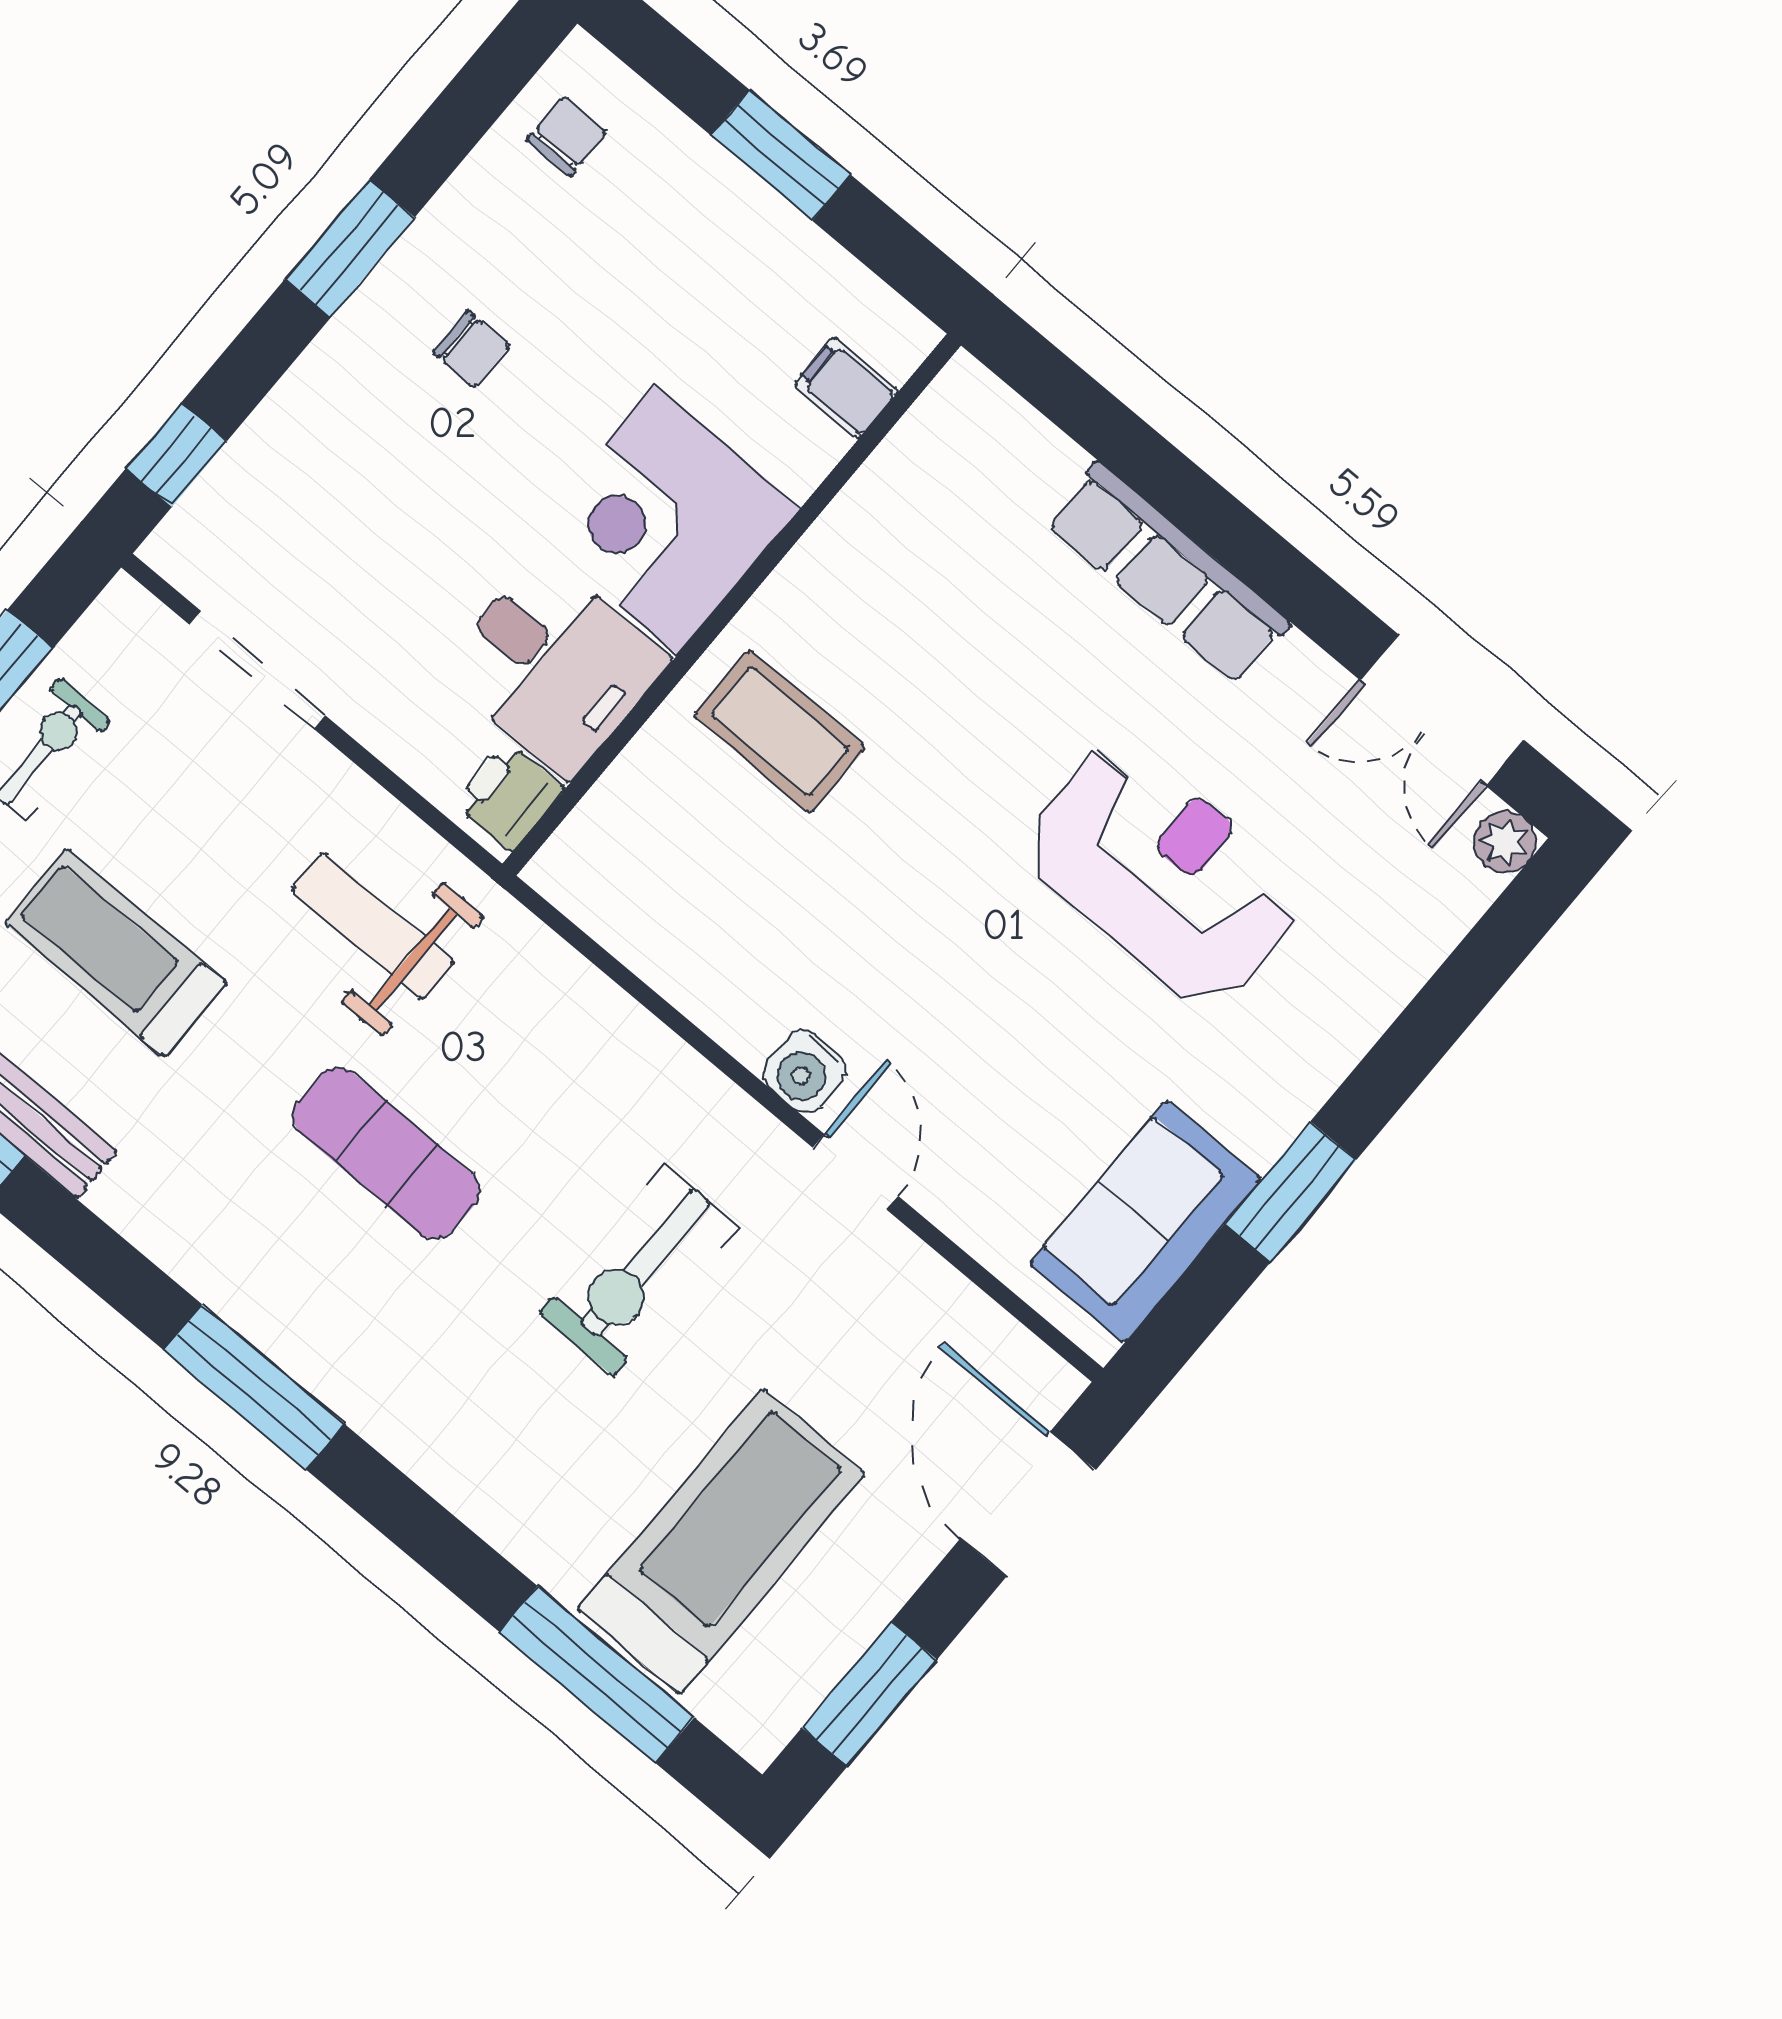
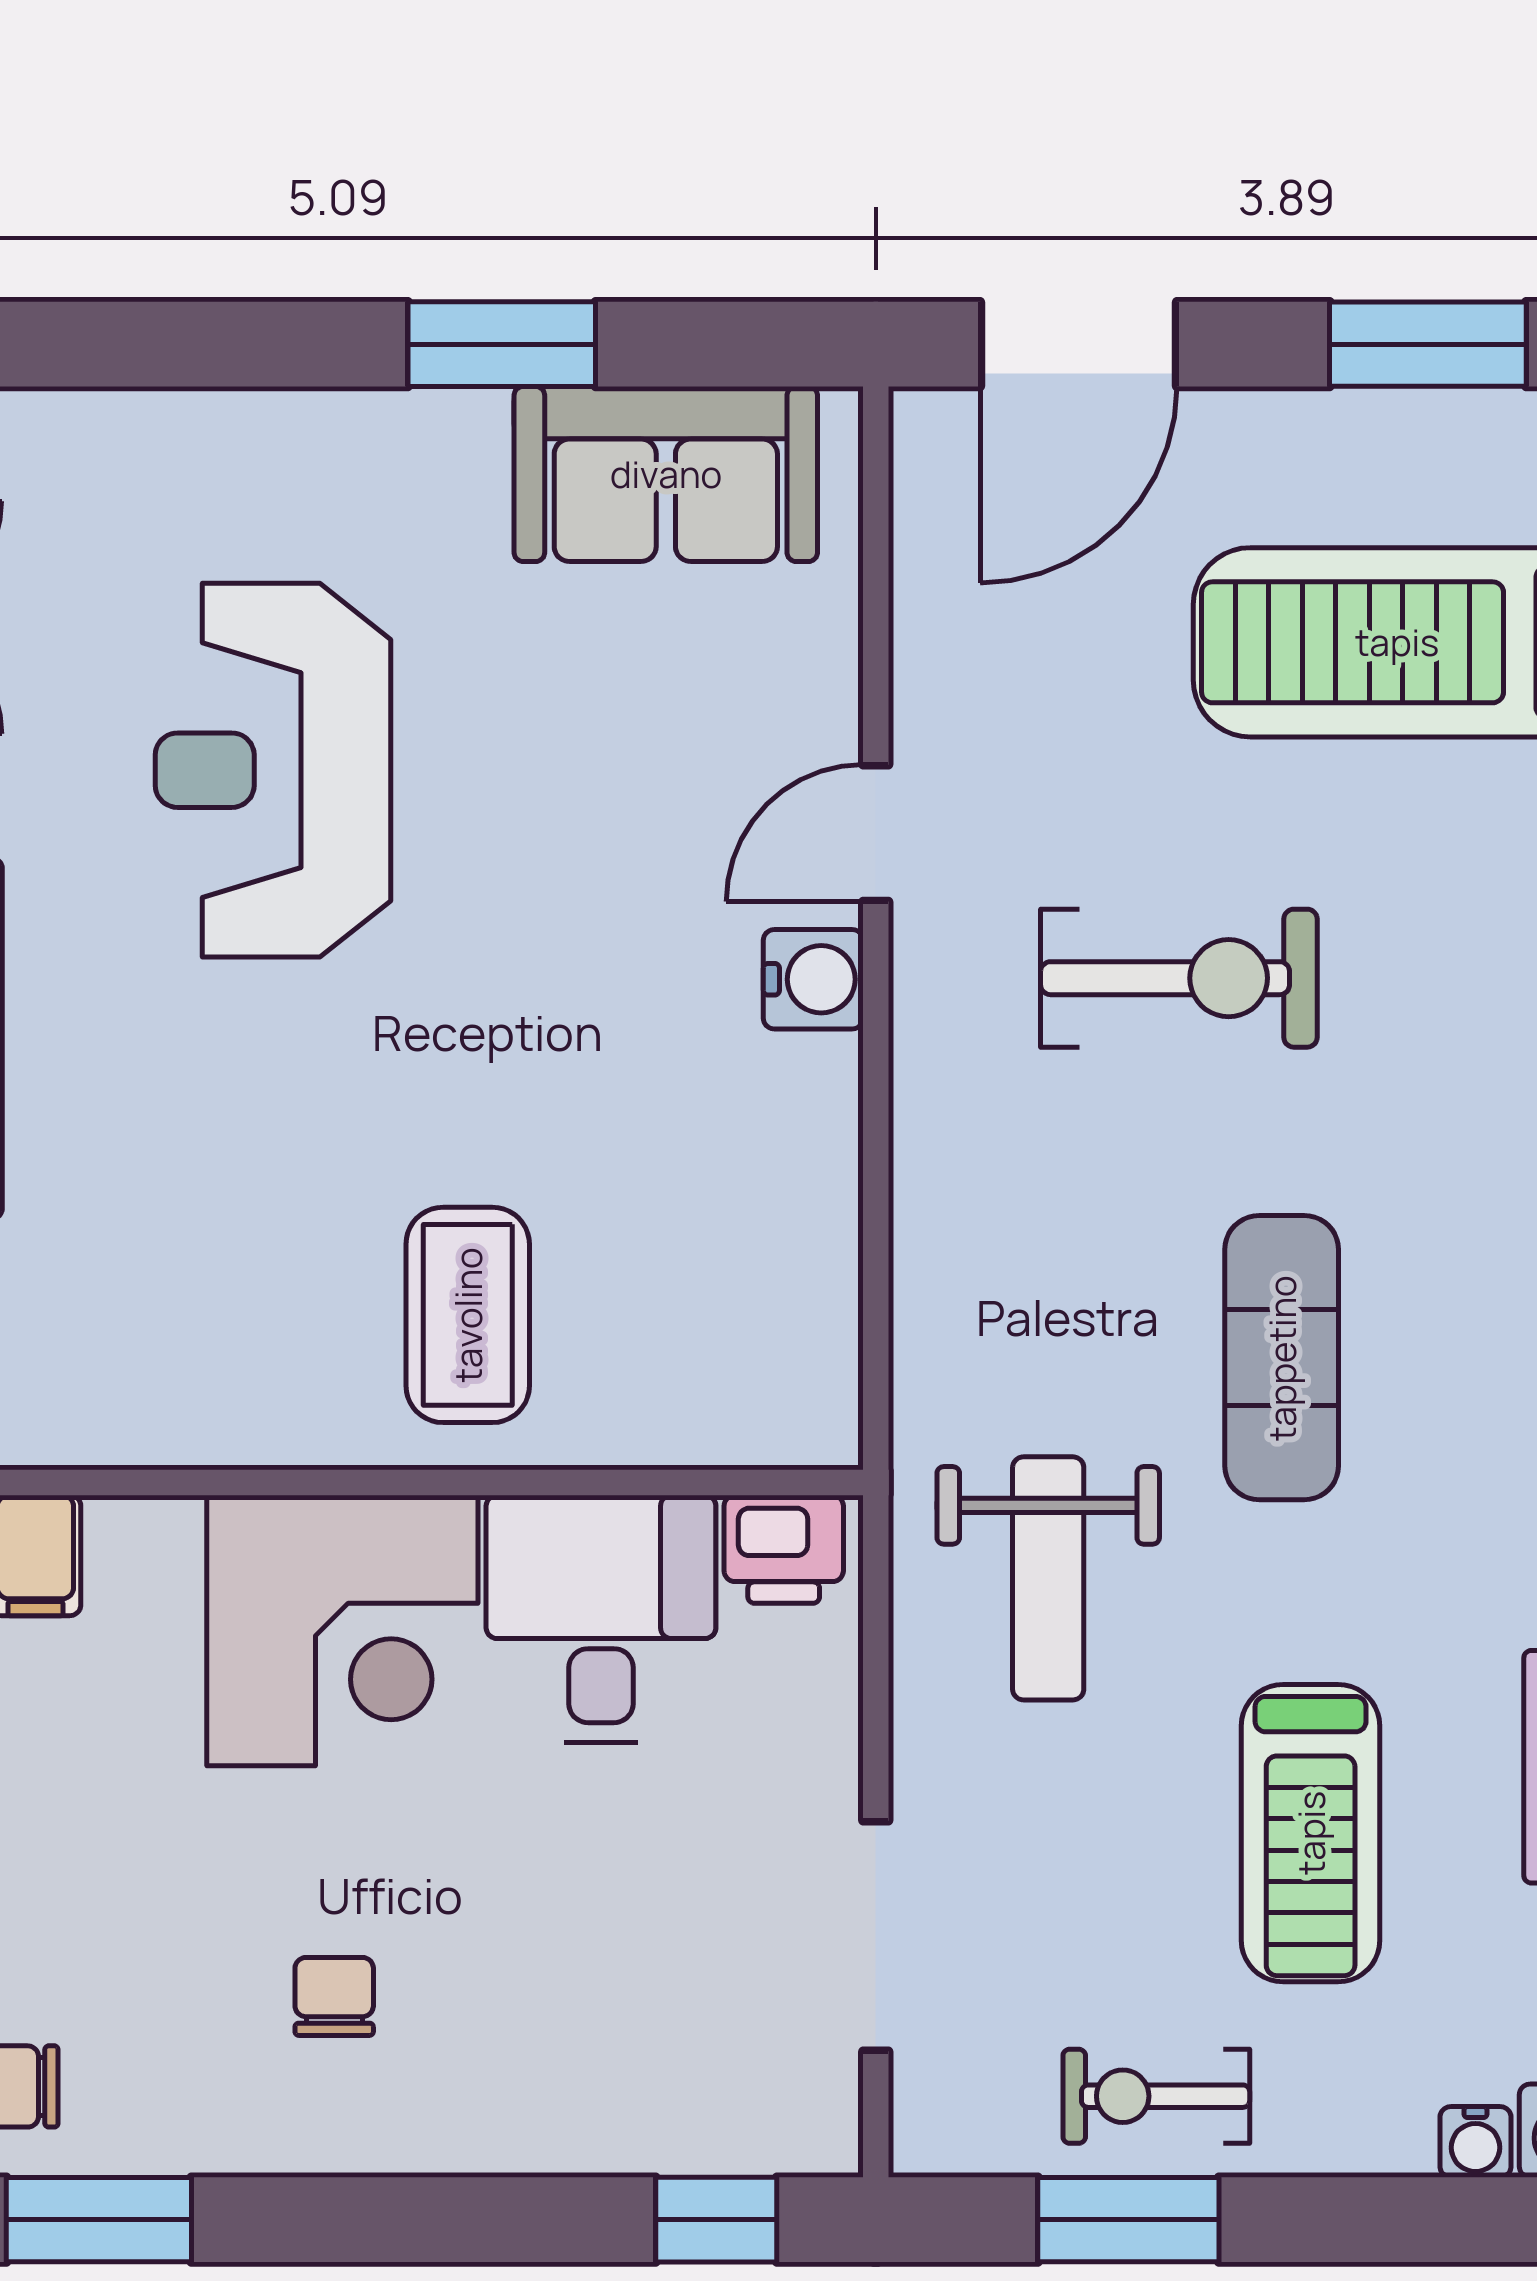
window: (350, 248) -> (99, 2220), moved

